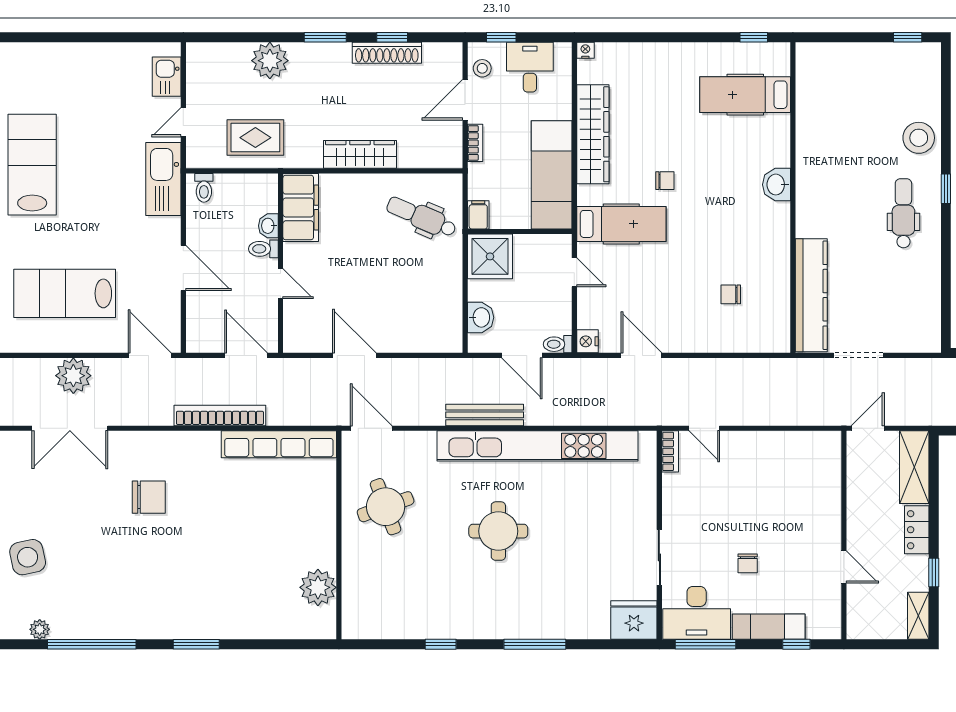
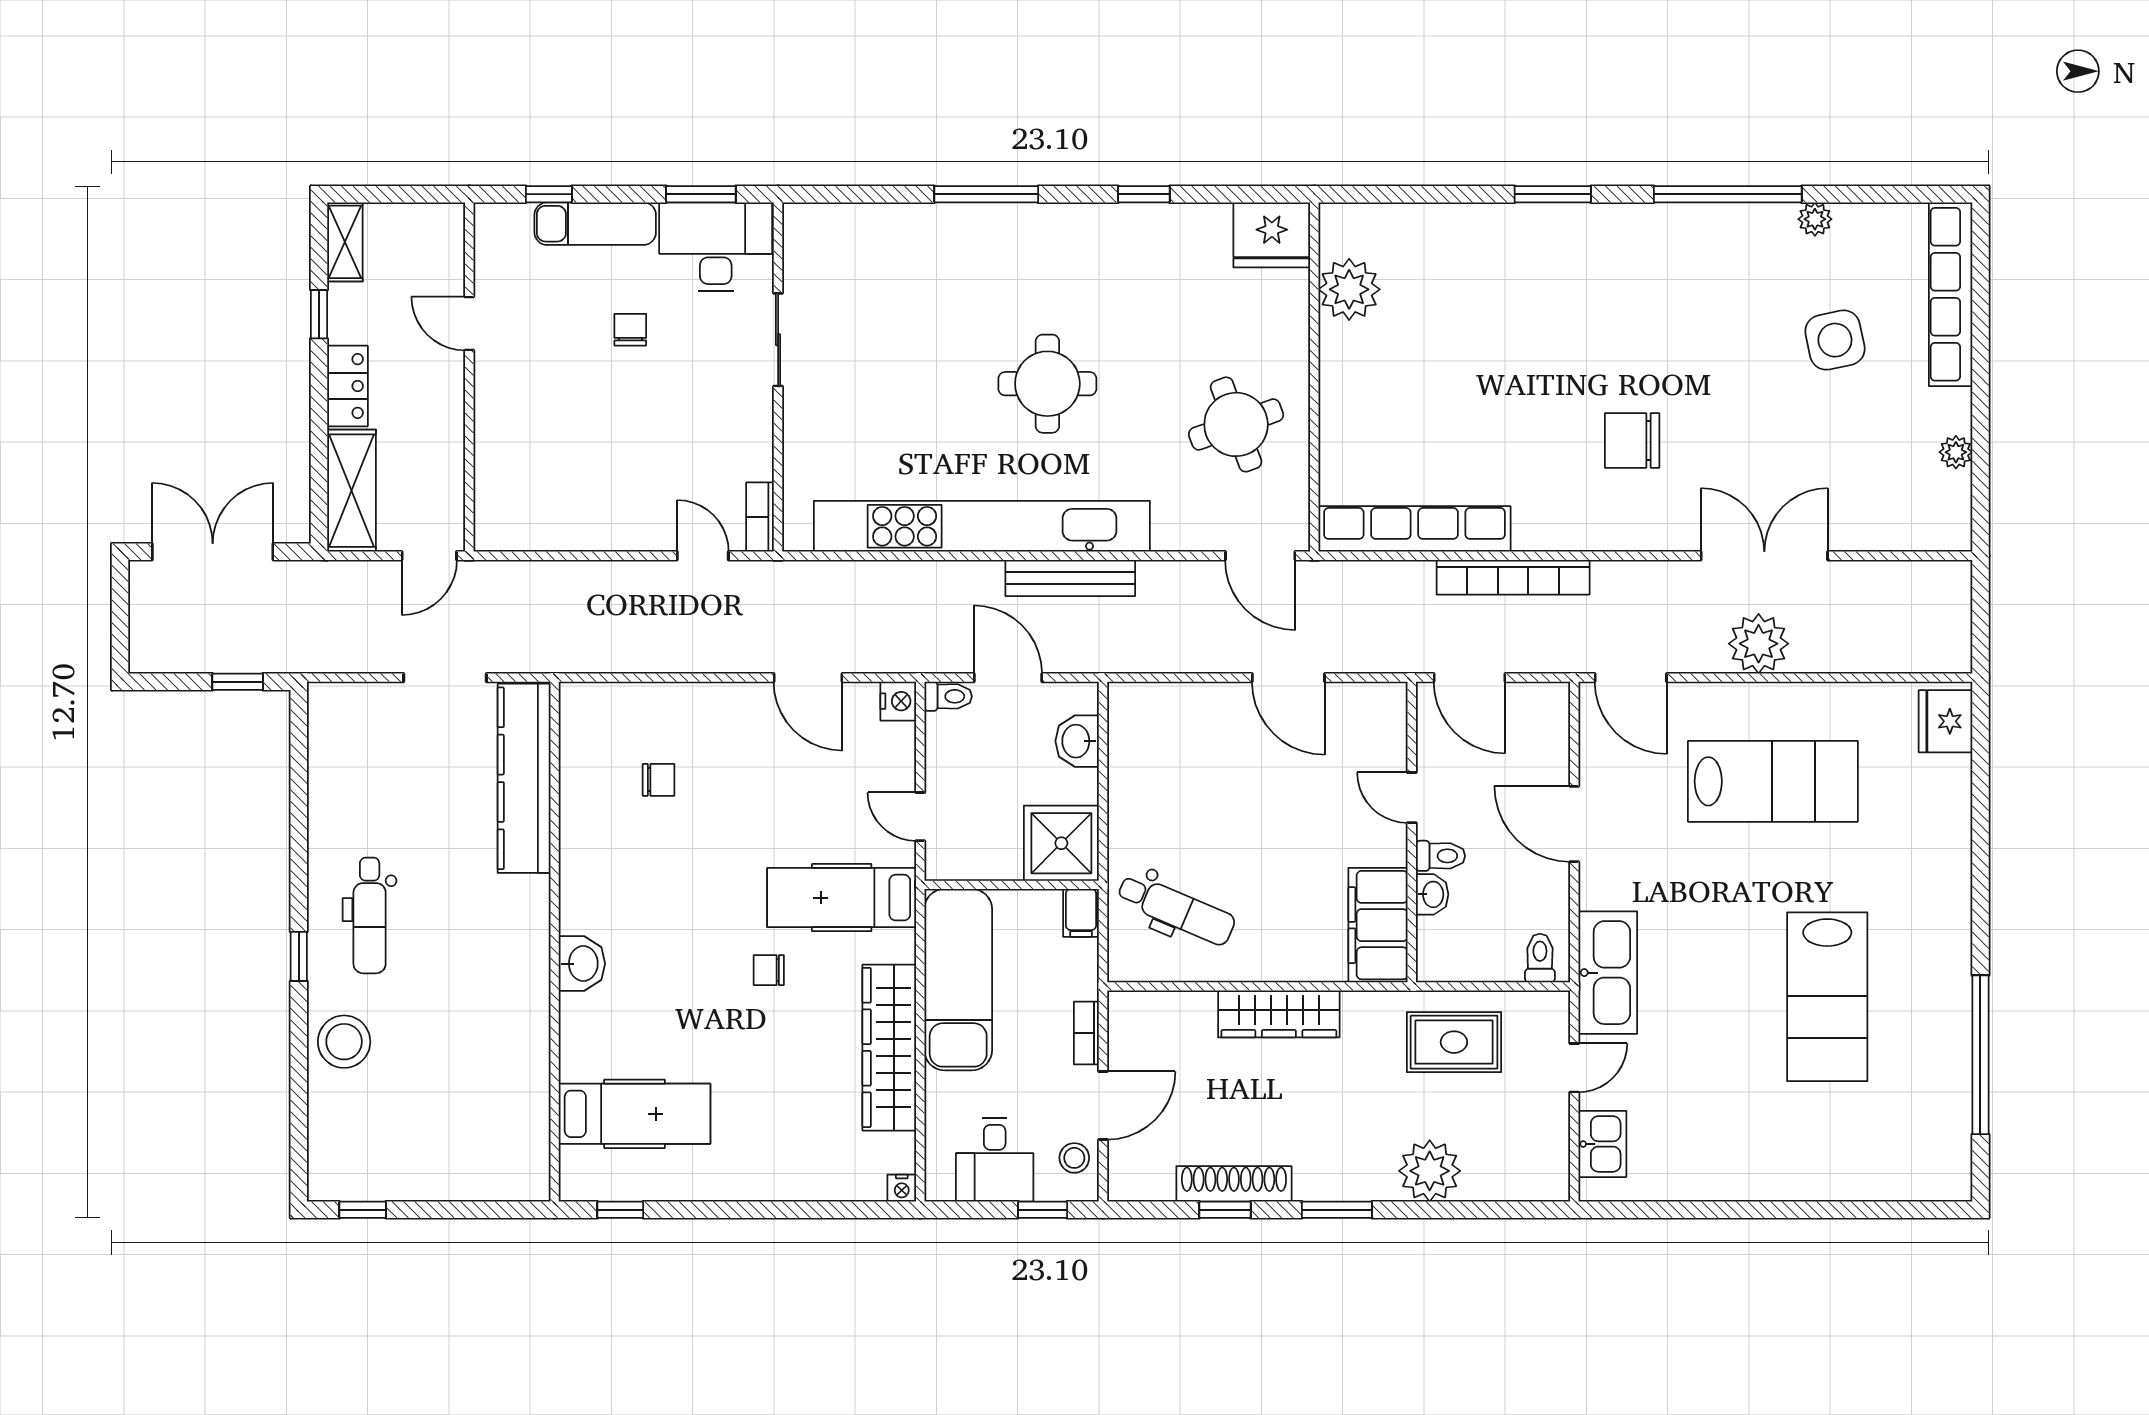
fridge: (634, 620) -> (1272, 235), moved
window: (705, 644) -> (701, 194), width x0.69

